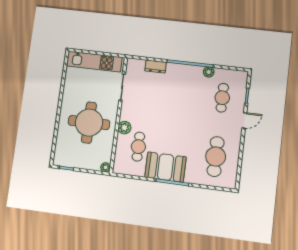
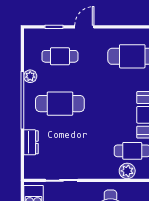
cafe table: (184, 93) -> (60, 104), added
door: (244, 120) -> (84, 27), hinge flipped
plant: (124, 128) -> (127, 171), moved

